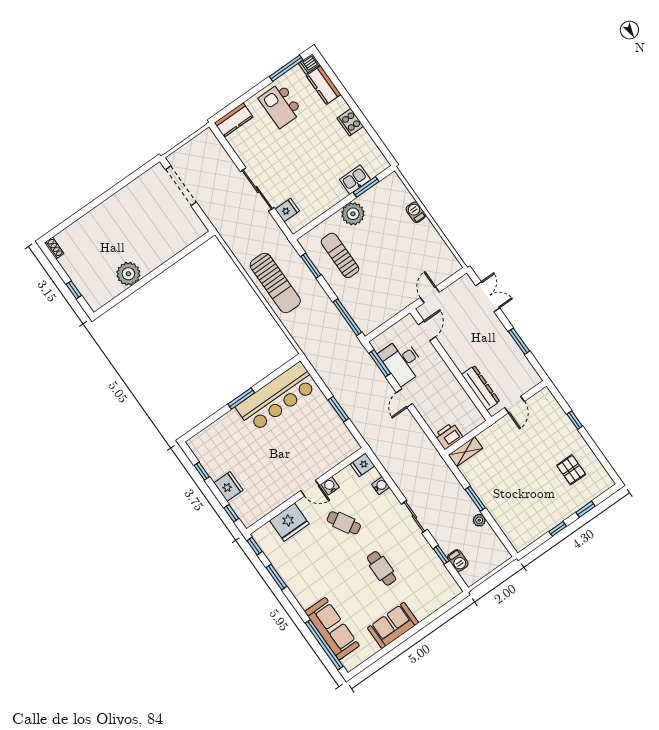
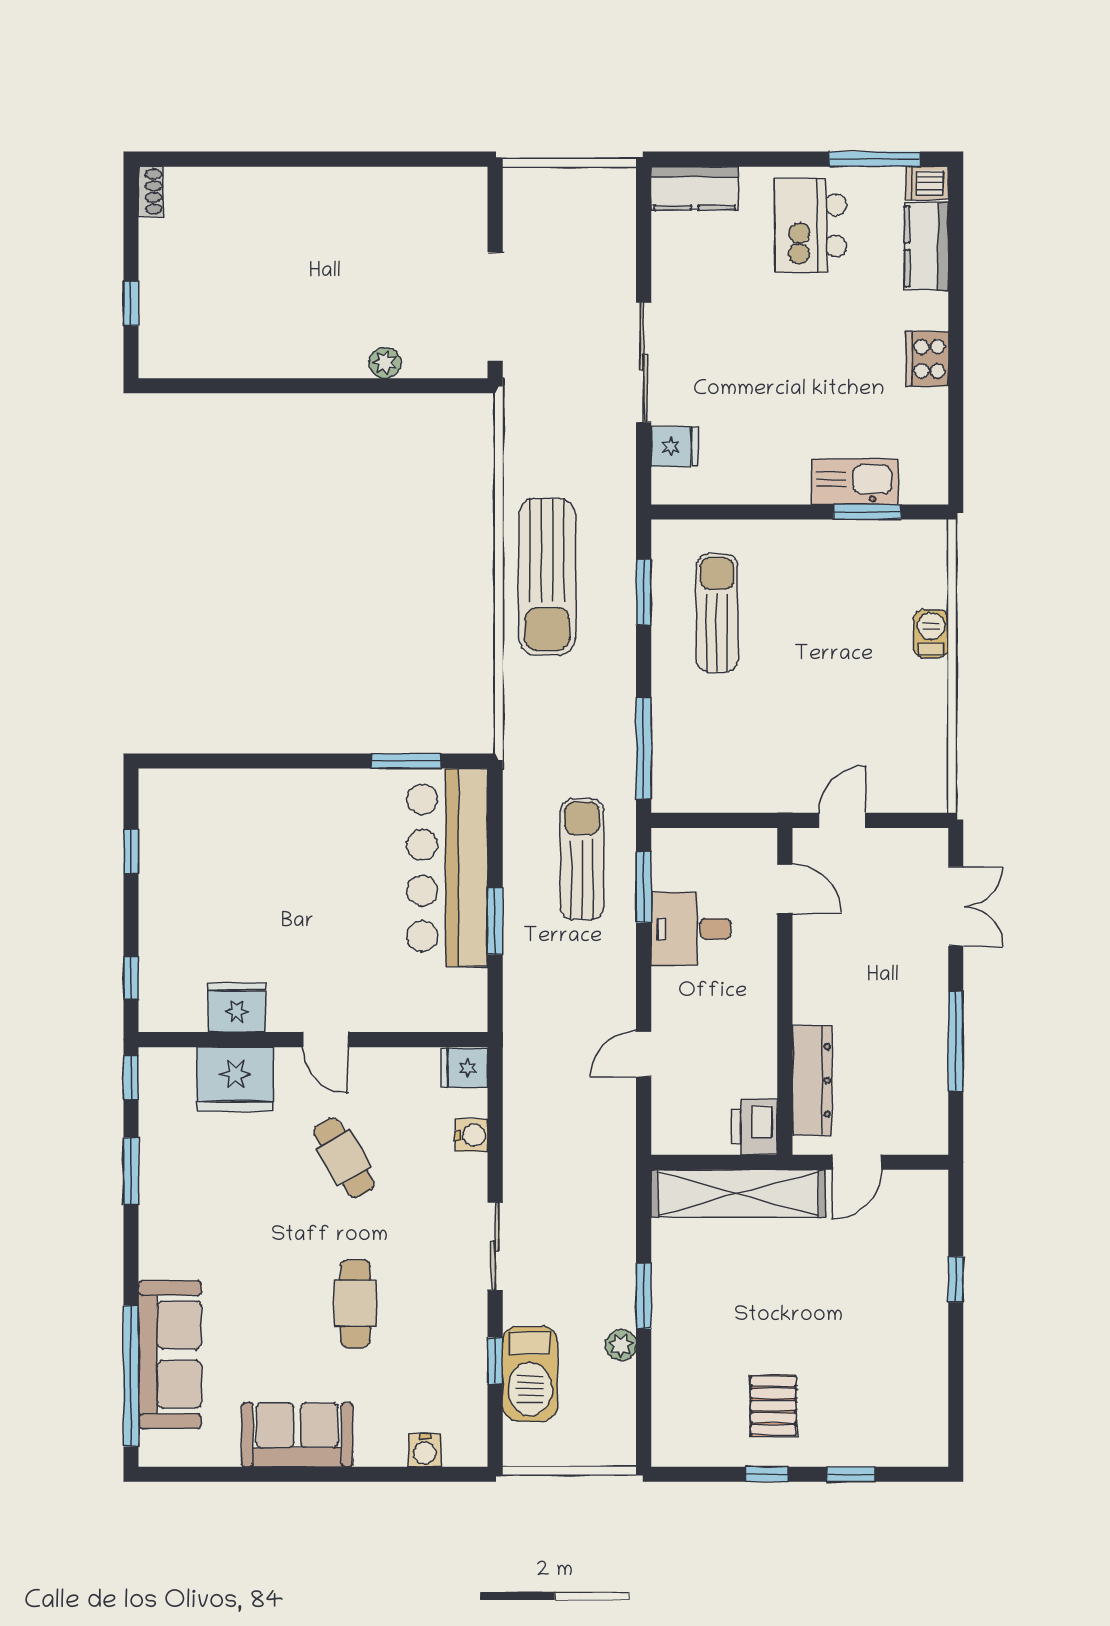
kitchen sink: (355, 180) -> (855, 482), width x1.38
doorway: (181, 186) -> (495, 307), moved
plant: (353, 214) -> (802, 548), removed
plant: (128, 274) -> (385, 363), moved, width x0.53, depth x0.53
door: (427, 331) -> (785, 889), hinge flipped
window: (519, 341) -> (956, 1041), width x1.44
desk: (402, 361) -> (691, 929), width x0.73
sun lounger: (353, 368) -> (582, 859), added
bar counter: (277, 397) -> (447, 868), moved, turned 90
window: (241, 398) -> (406, 761), moved
door: (404, 398) -> (644, 1054), moved
printer: (449, 436) -> (754, 1127), moved, turned -90
shelving: (465, 452) -> (738, 1193), width x2.20, depth x1.33
pallet: (571, 470) -> (773, 1406), moved
water cooler: (330, 486) -> (425, 1450), moved, turned 180
fridge: (228, 487) -> (237, 1008), moved, turned -90
barbecue: (458, 560) -> (530, 1374), width x1.88, depth x1.53

